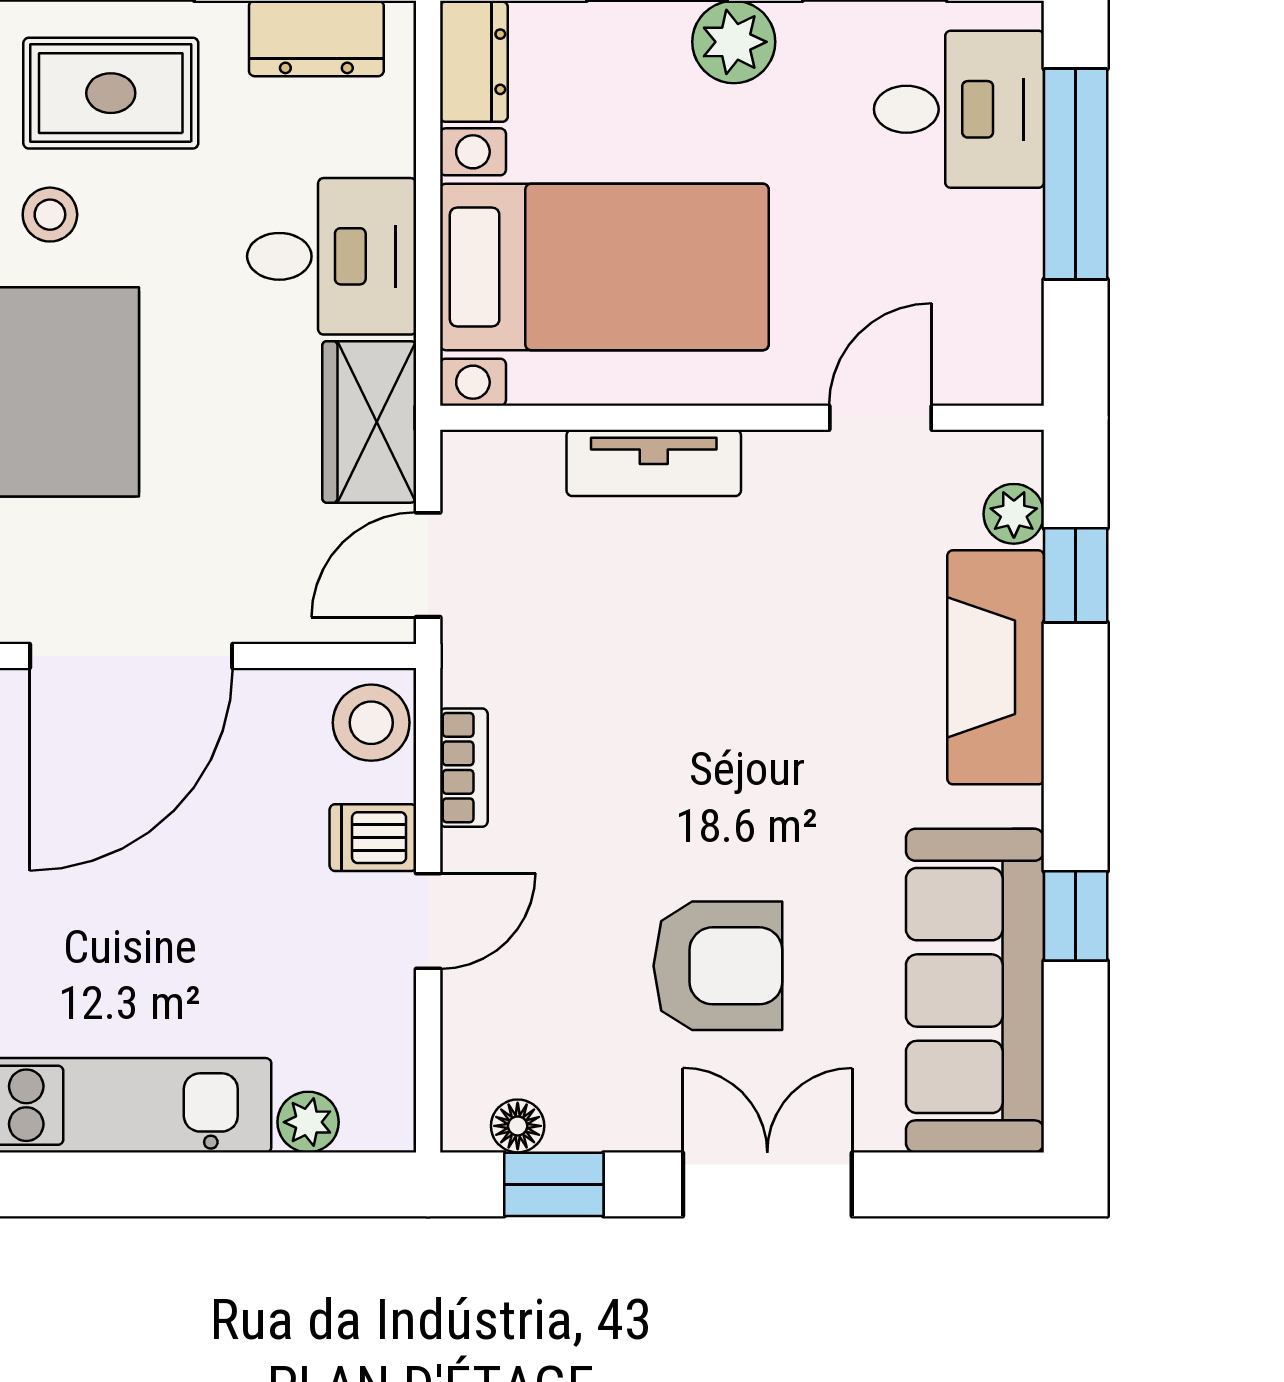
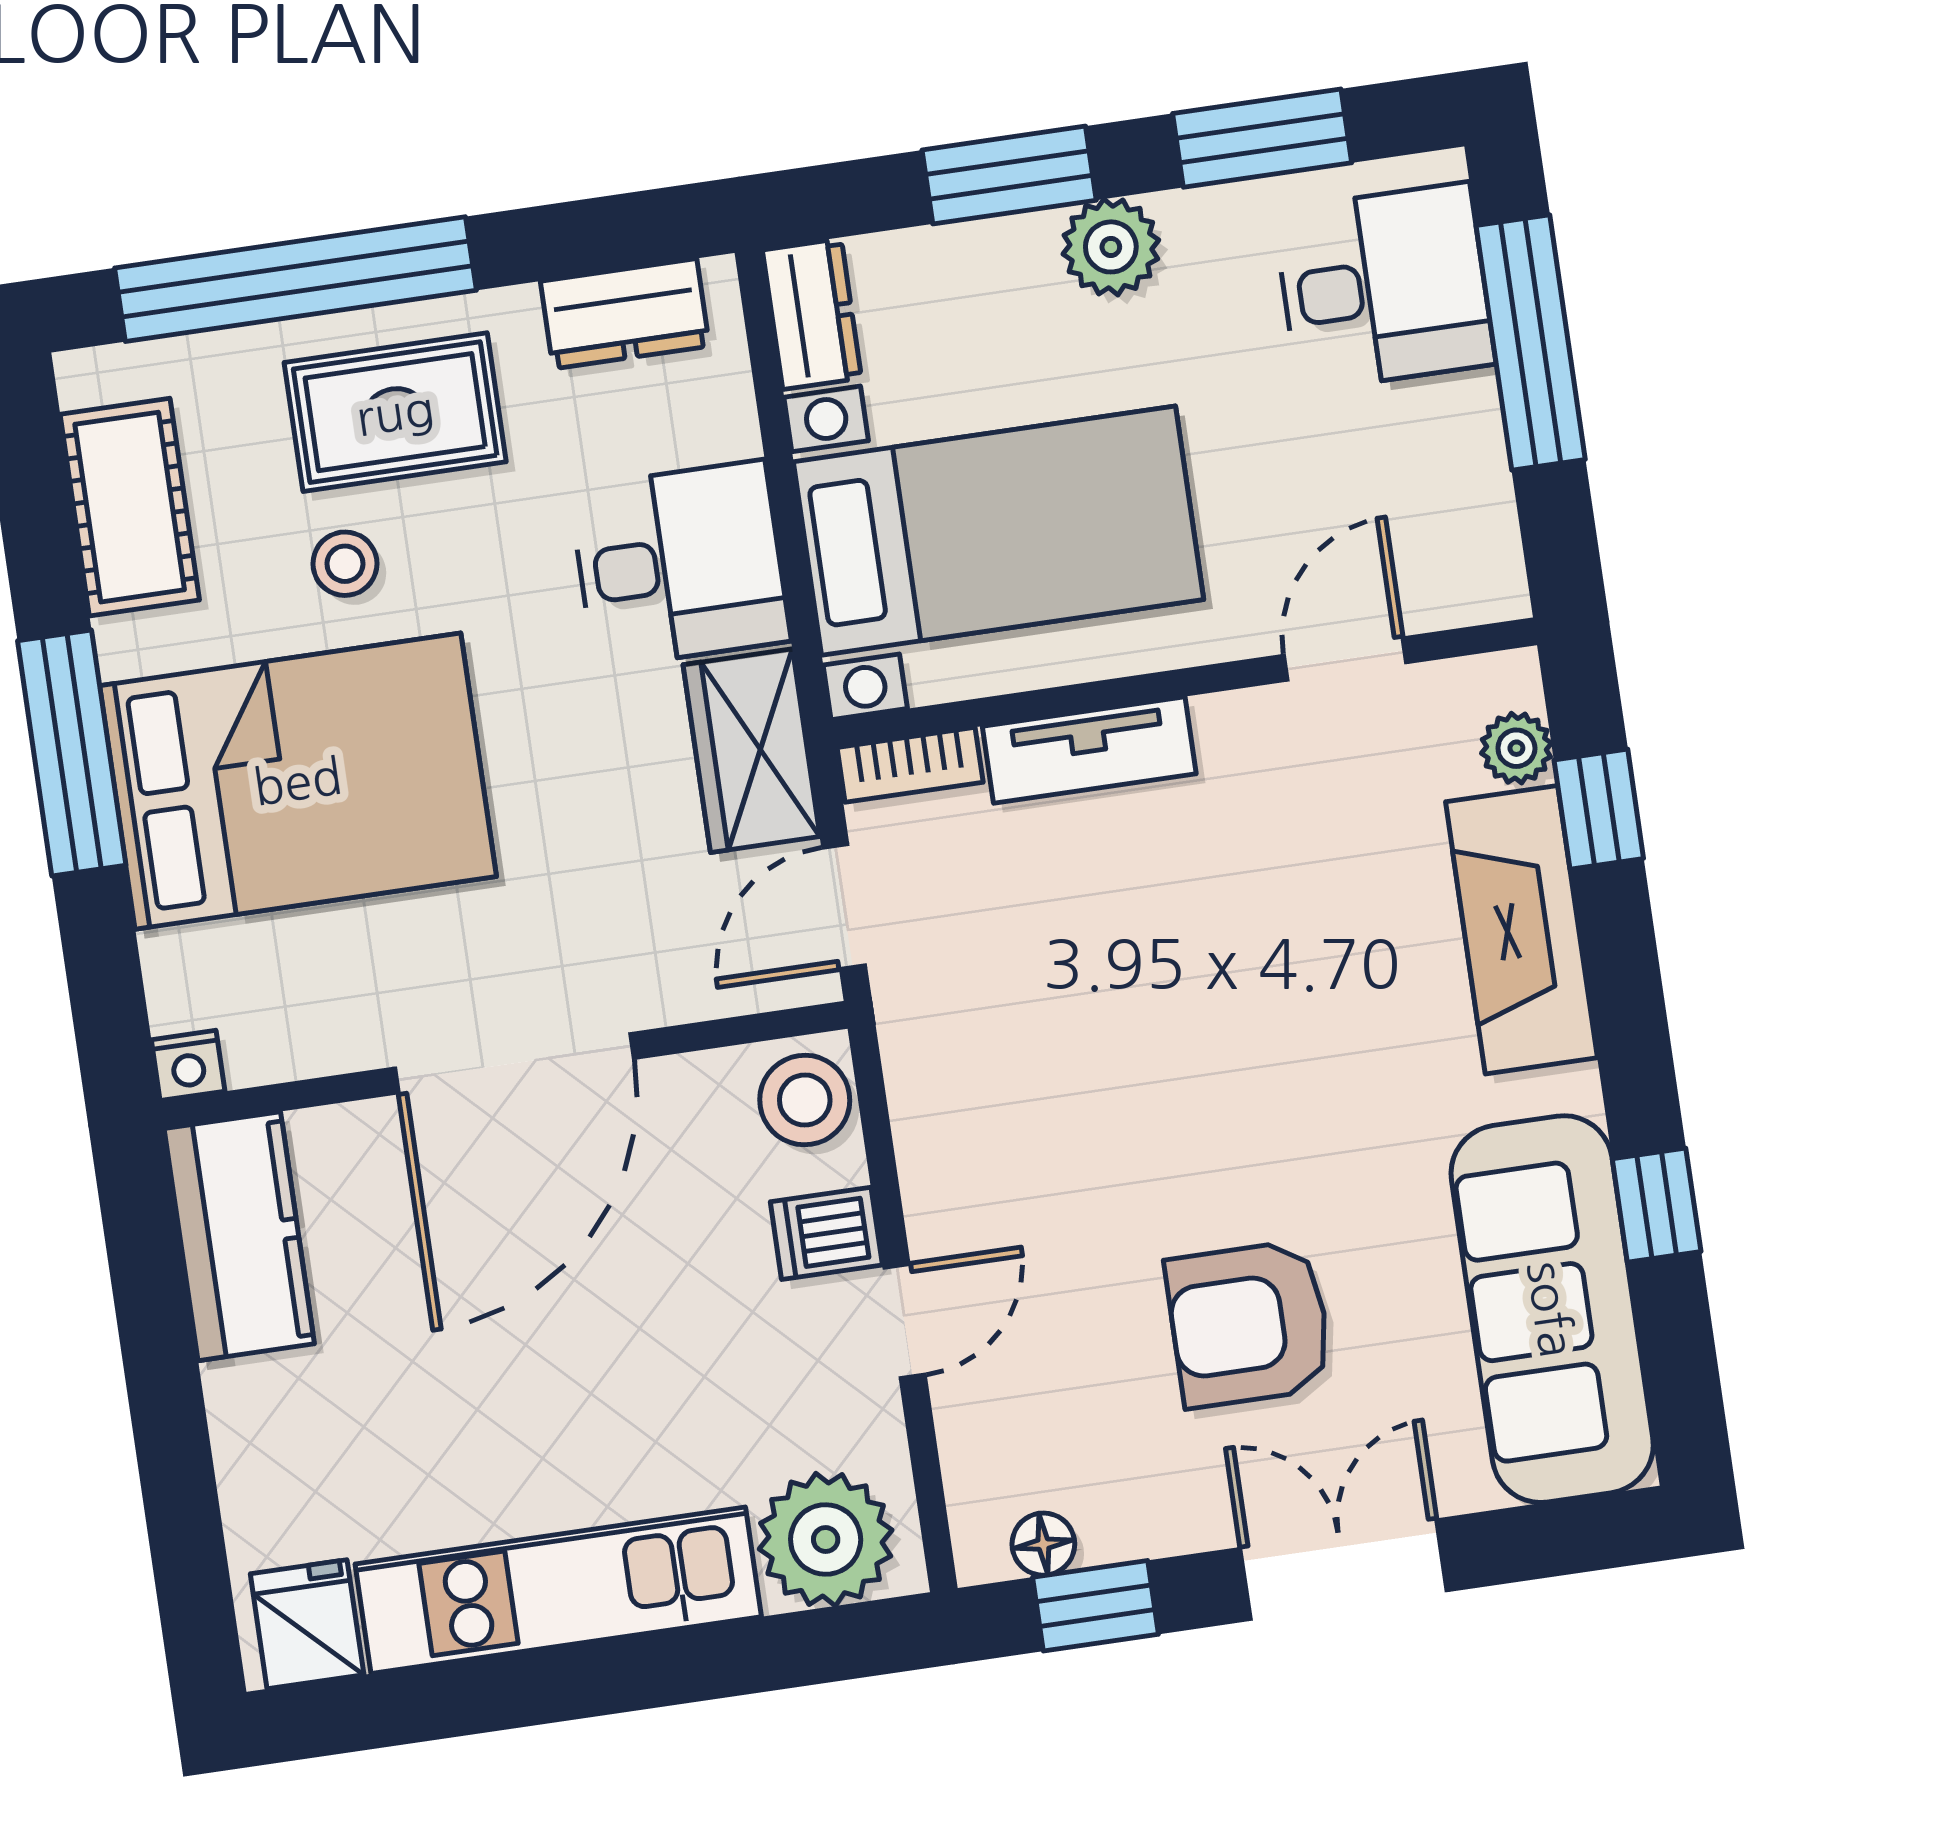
bookcase: (464, 768) -> (910, 765), moved, turned 90
armchair: (718, 966) -> (1249, 1324), turned 180
plant: (308, 1122) -> (826, 1540), width x1.87, depth x1.87

